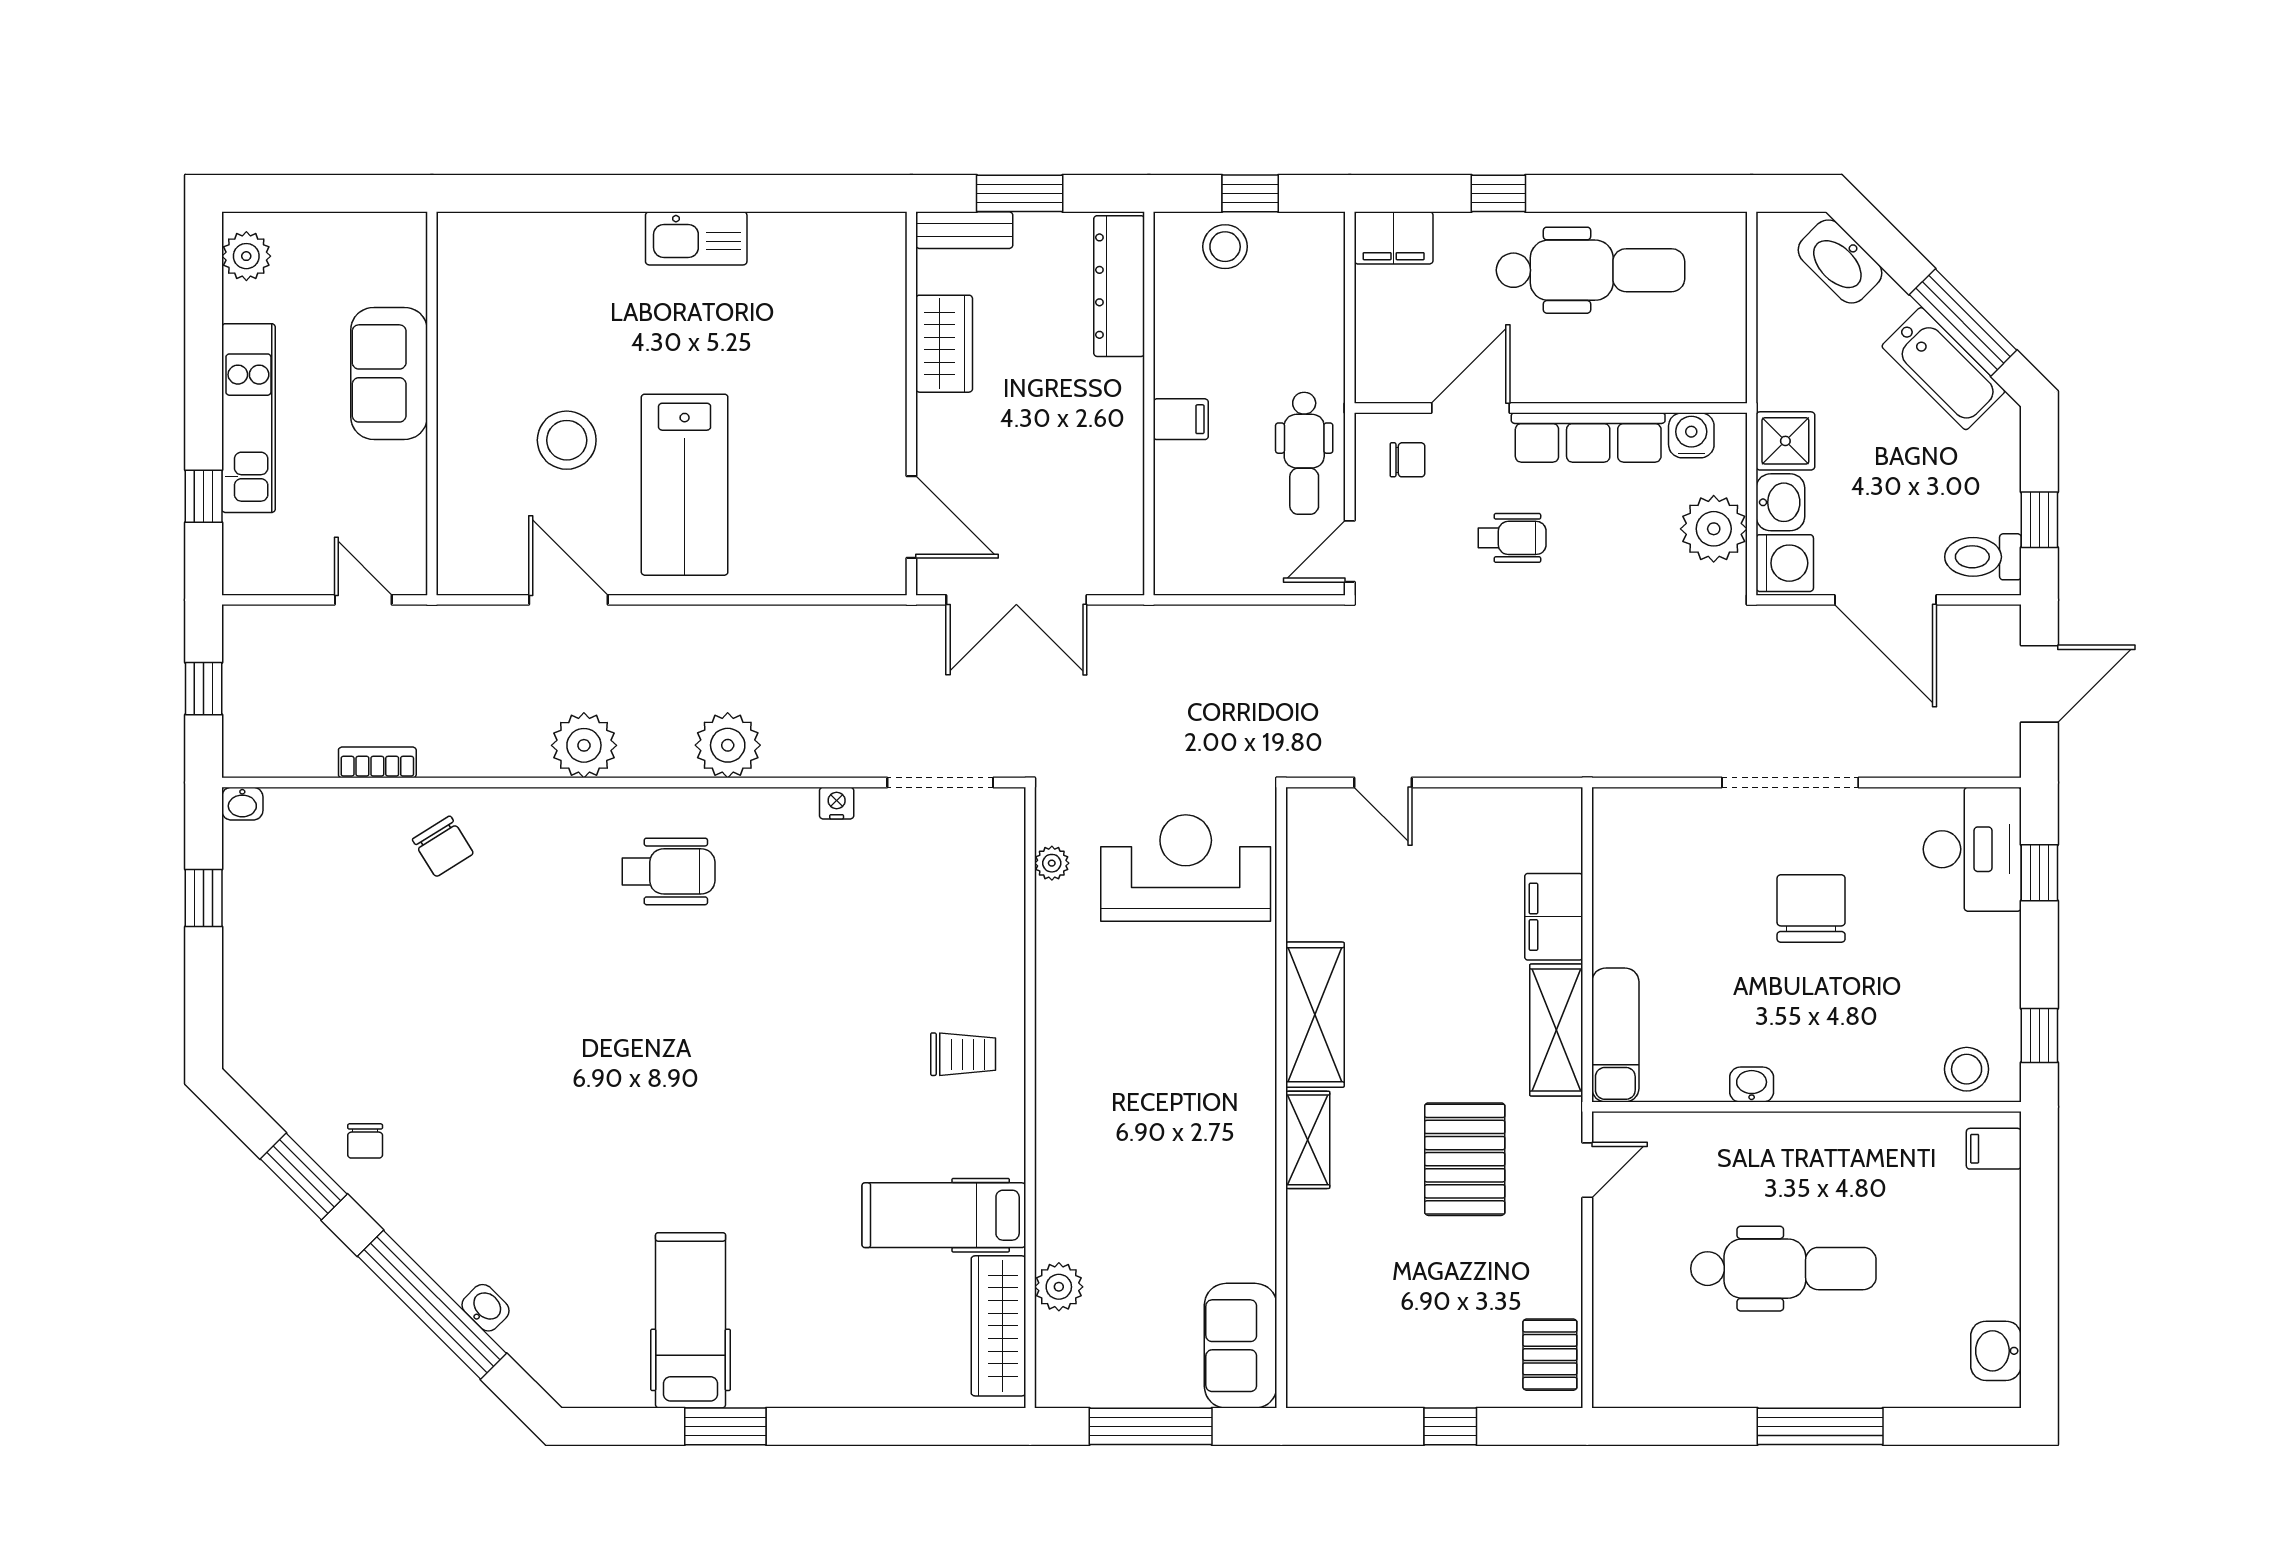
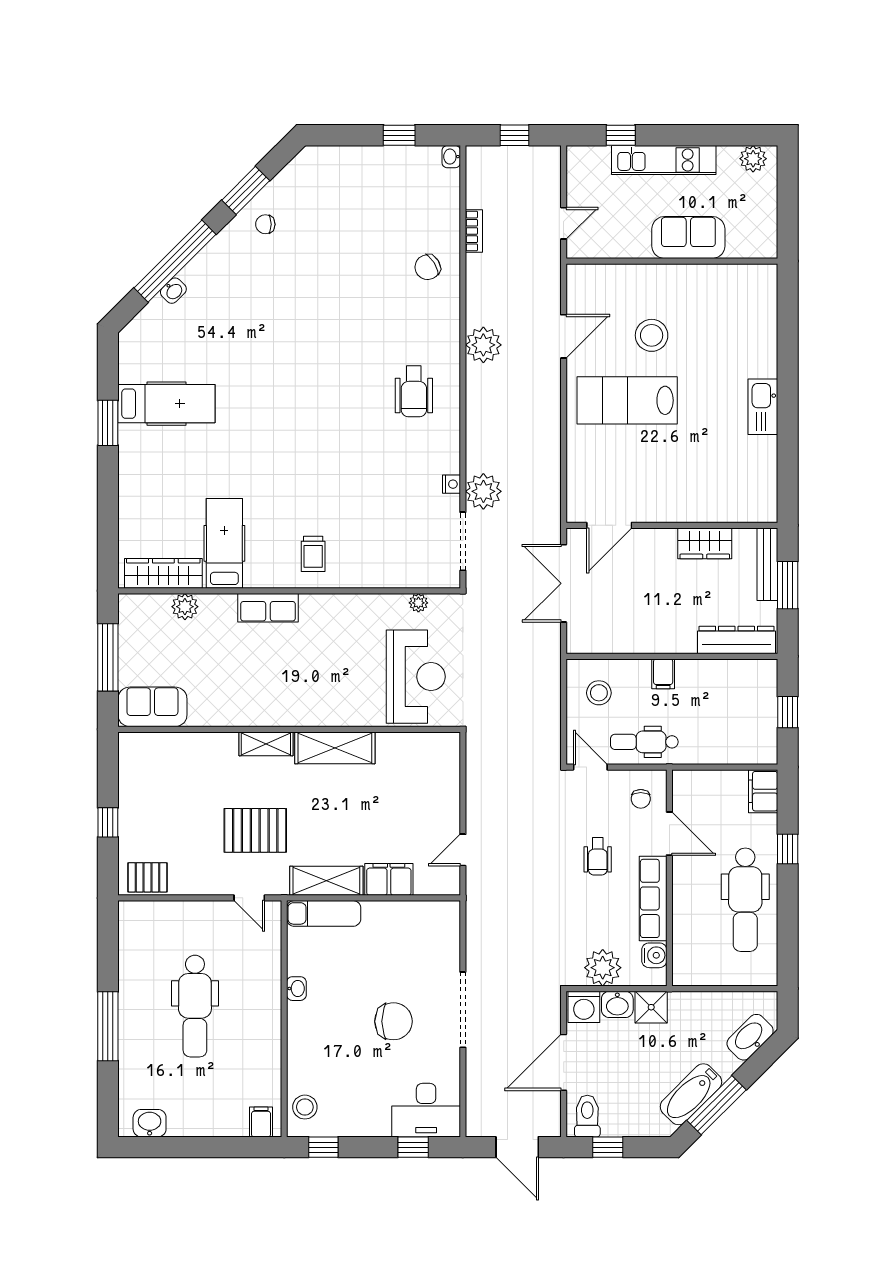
bench: (964, 230) -> (767, 564), width x1.36
stool: (1225, 247) -> (599, 693), moved
plant: (728, 745) -> (483, 491), moved
door: (1383, 783) -> (463, 850), moved
row of seats: (1061, 1136) -> (268, 608), added

